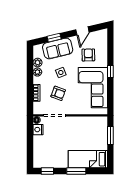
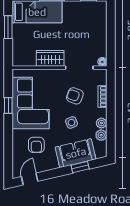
door: (82, 31) -> (30, 179), moved
window: (110, 72) -> (8, 105), moved
wardrobe: (77, 123) -> (50, 58), added
nightstand: (38, 130) -> (101, 50), removed
window: (110, 136) -> (8, 27), moved

